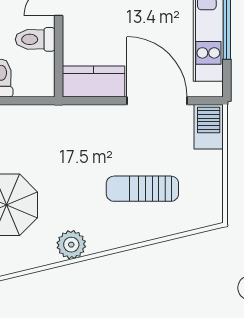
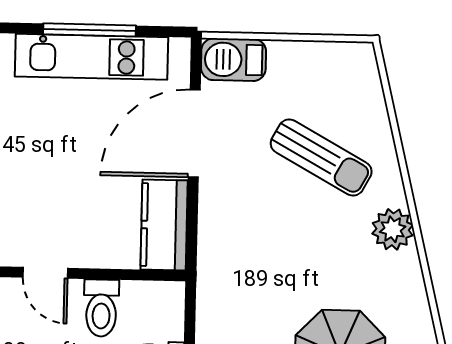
sun lounger: (142, 189) -> (321, 157), turned -61
plant: (71, 245) -> (393, 229), moved

